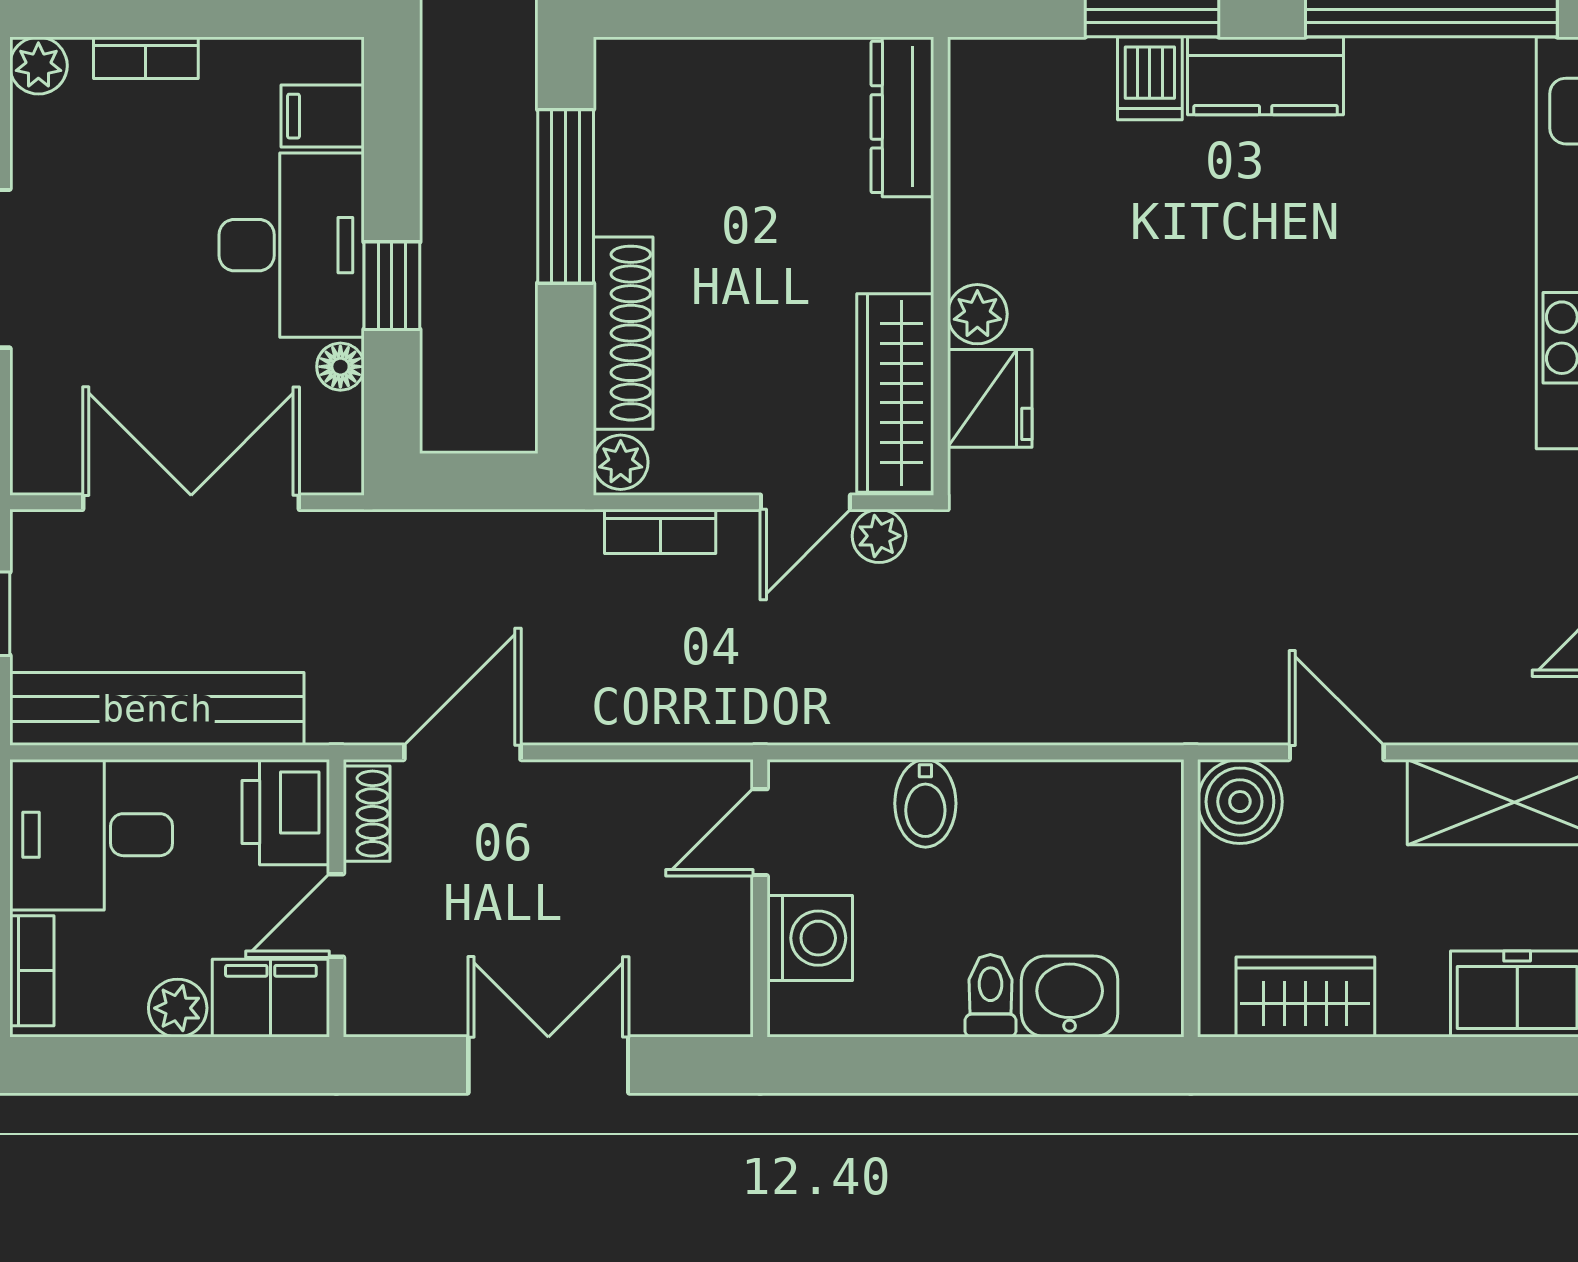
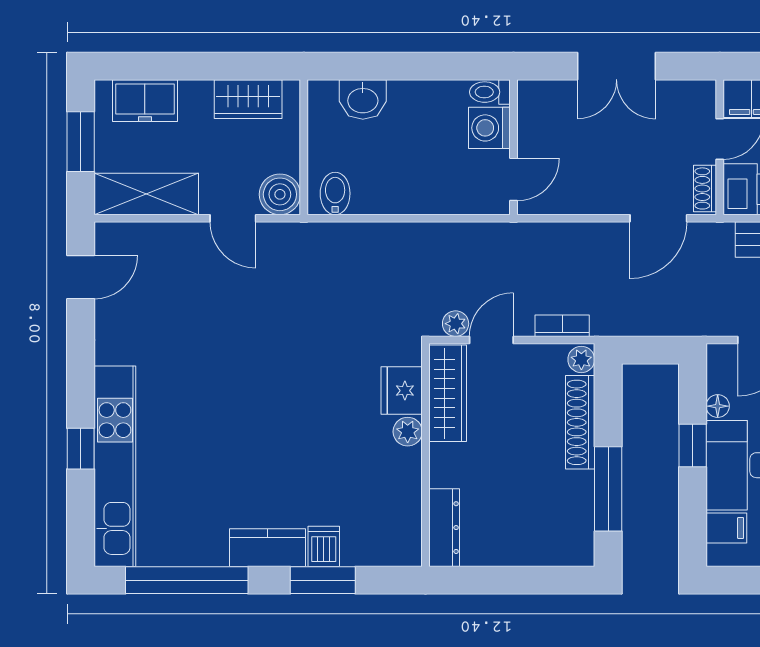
bidet: (925, 803) -> (335, 193), moved
toilet: (990, 996) -> (490, 92), moved, turned 90

